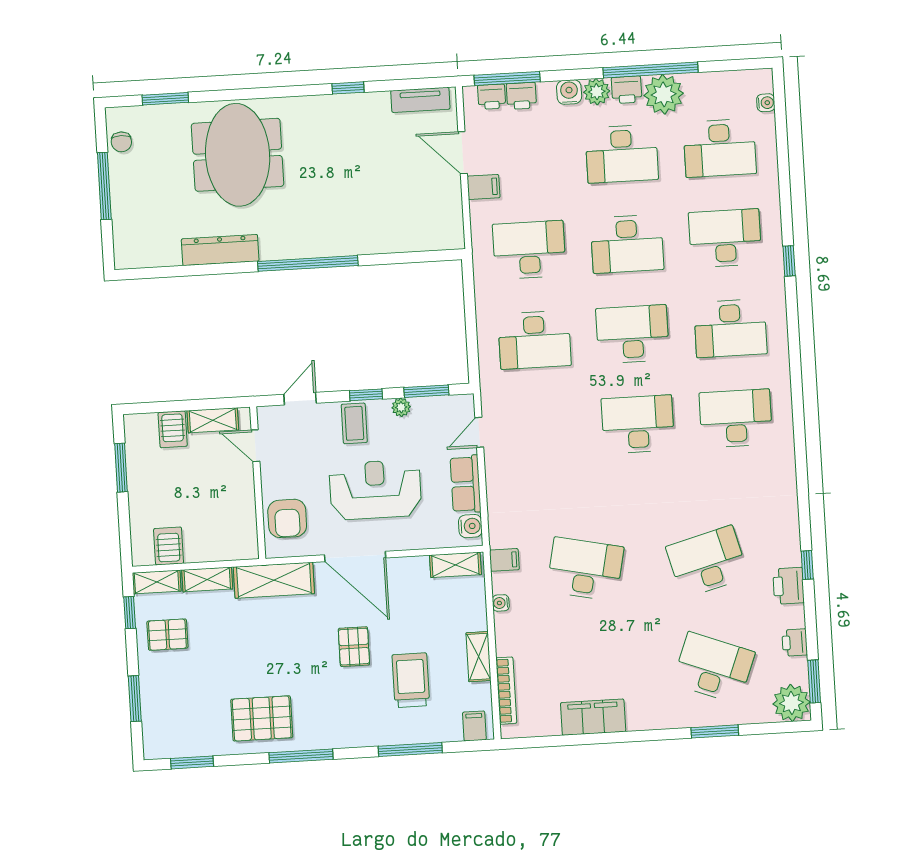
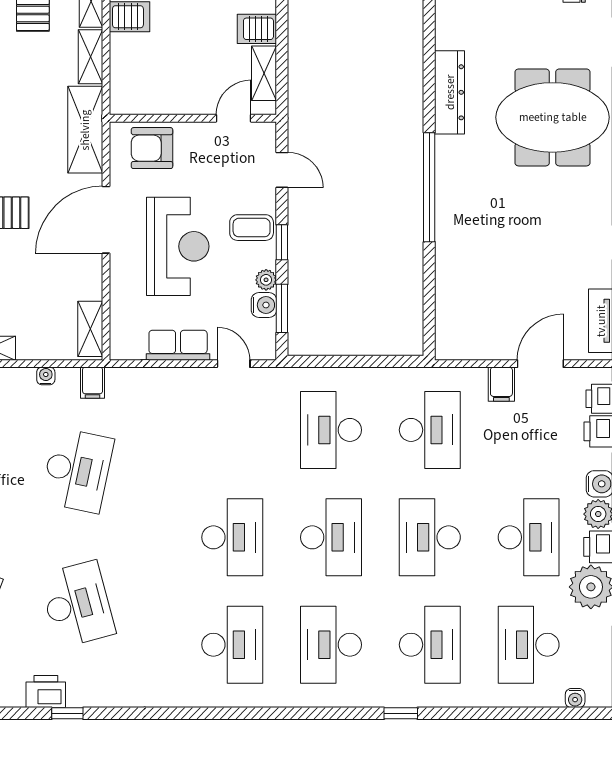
desk: (622, 154) -> (529, 537), turned 180
water cooler: (470, 526) -> (264, 305), moved, turned -90

